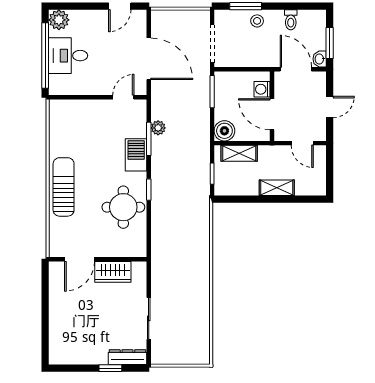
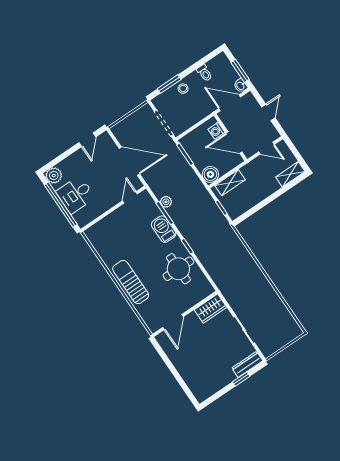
shelving: (277, 188) -> (290, 174), moved
wardrobe: (113, 272) -> (210, 308), moved

